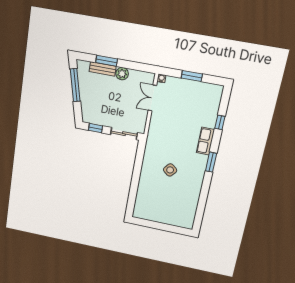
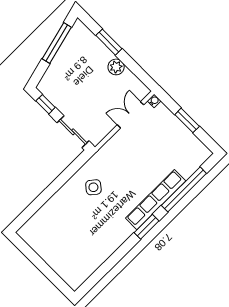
bench: (103, 69) -> (99, 47), removed
window: (220, 122) -> (184, 189), width x3.17
row of seats: (206, 141) -> (156, 200), width x2.02
side table: (170, 170) -> (93, 187), moved

